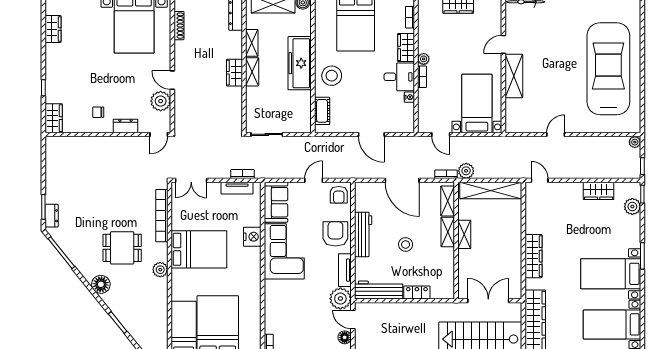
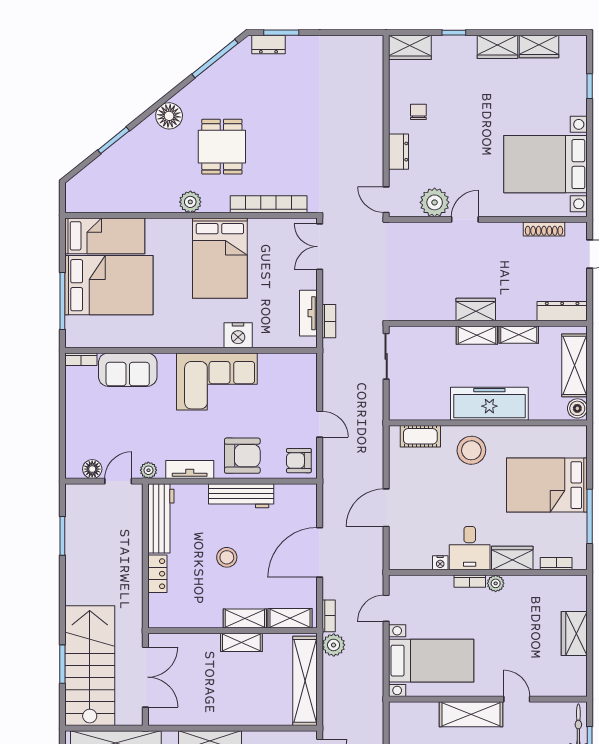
wardrobe: (53, 58) -> (497, 47), added
sofa: (276, 202) -> (128, 370), moved
plant: (340, 299) -> (148, 470), width x0.53, depth x0.53

